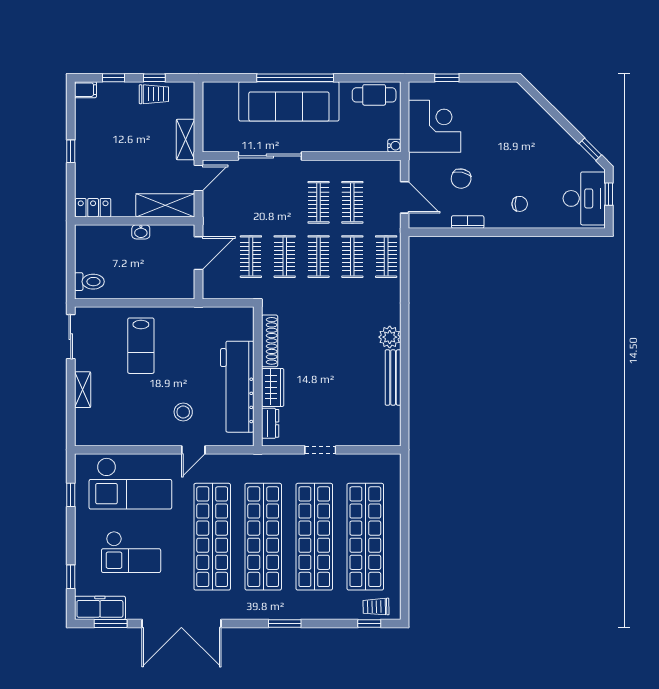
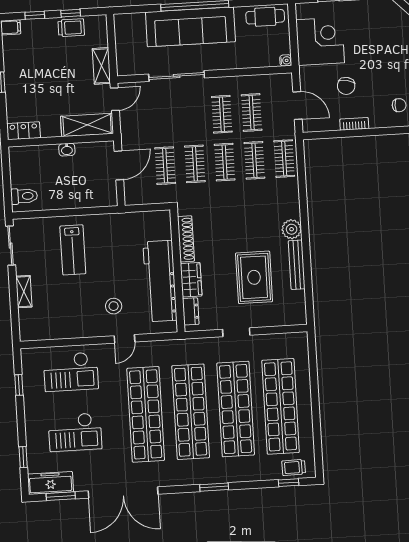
rug: (344, 389) -> (254, 277), added
checkout: (130, 483) -> (71, 372), width x0.73, depth x0.83

